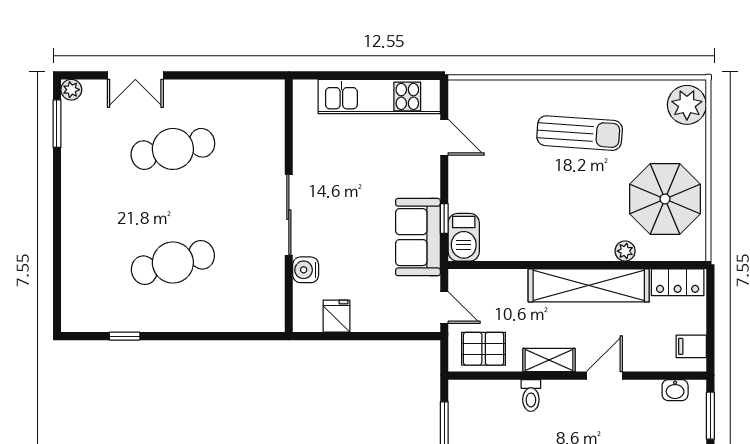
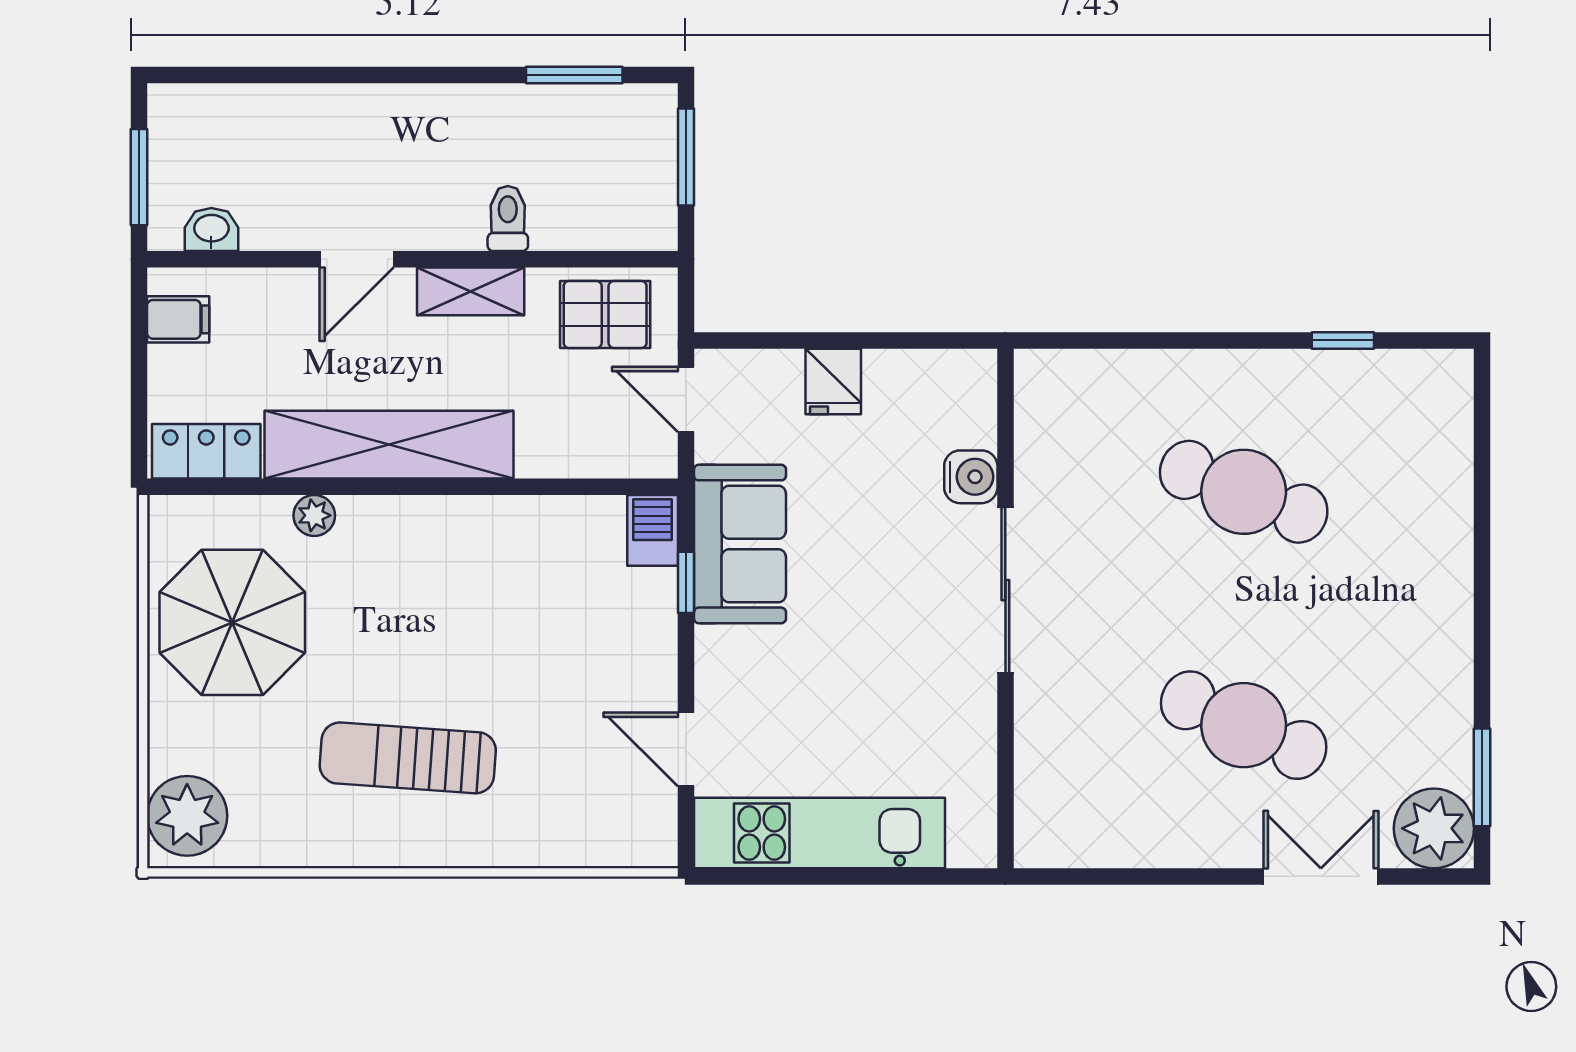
plant: (71, 90) -> (1434, 828), width x1.87, depth x1.87
cafe table: (173, 149) -> (1244, 725), turned 36
barbecue: (464, 237) -> (653, 530), width x0.73, depth x0.79
cafe table: (173, 263) -> (1244, 492), turned 36
fridge: (336, 316) -> (833, 381), moved

